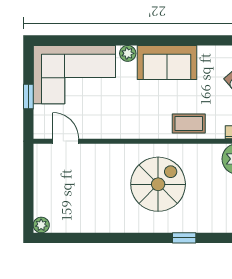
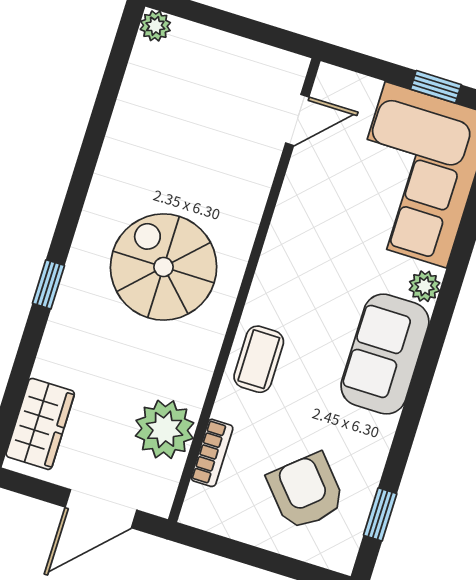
window: (28, 96) -> (436, 87), moved
spiral stairs: (158, 184) -> (164, 267), turned 180

